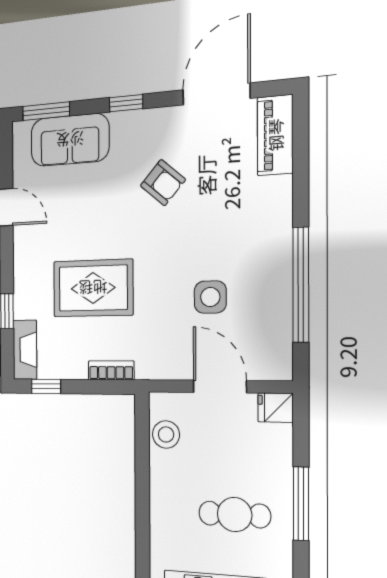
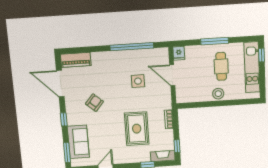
door: (220, 386) -> (172, 75), hinge flipped
stool: (166, 434) -> (218, 94), moved

